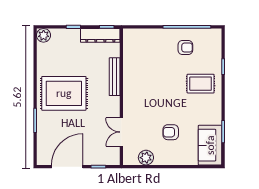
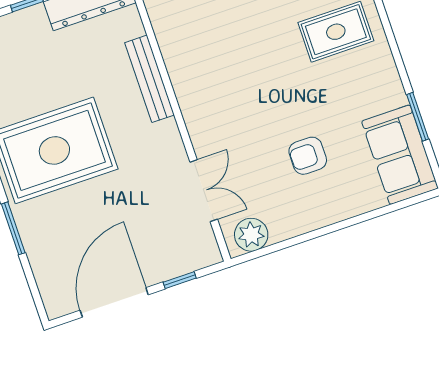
double door: (121, 132) -> (204, 191), swing flipped
plant: (146, 158) -> (251, 235), moved

